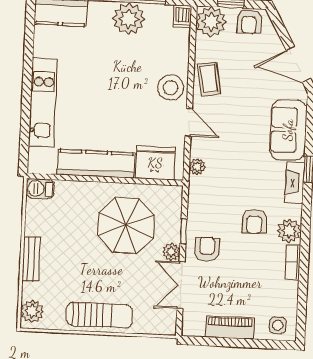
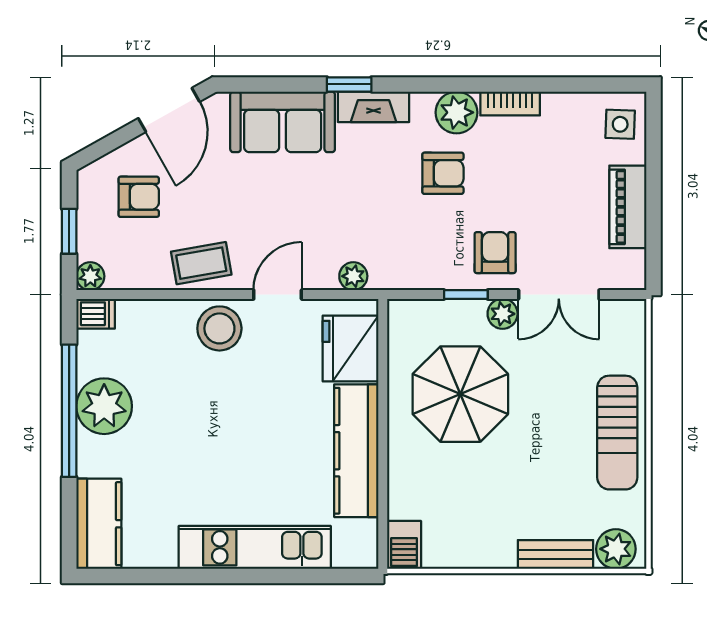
plant: (211, 22) -> (90, 276), width x0.53, depth x0.53
armchair: (249, 22) -> (139, 197), moved
armchair: (207, 249) -> (495, 253), turned 90
bench: (31, 259) -> (556, 554), moved
sun lounger: (99, 315) -> (617, 433), turned 180

